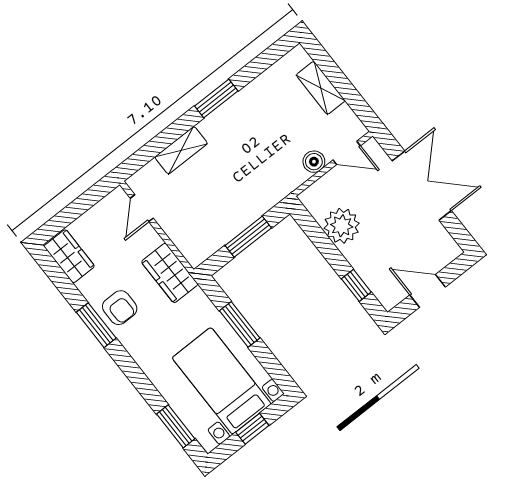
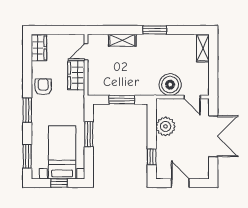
shelving: (321, 88) -> (203, 48), moved
boiler: (314, 162) -> (170, 85), width x1.86, depth x1.86
wardrobe: (170, 273) -> (76, 75), moved
armchair: (120, 308) -> (43, 87), turned 180
window: (96, 325) -> (27, 110), moved

